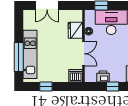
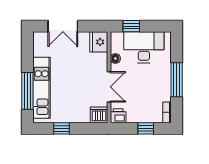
fridge: (75, 30) -> (99, 42), moved
printer: (103, 77) -> (118, 116), moved

